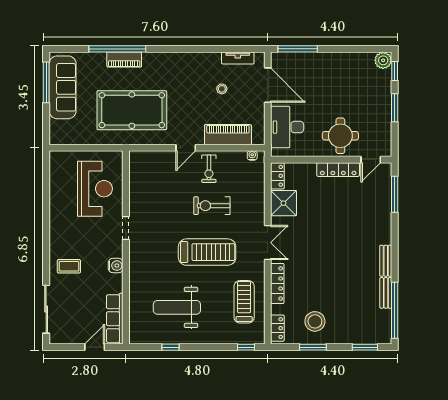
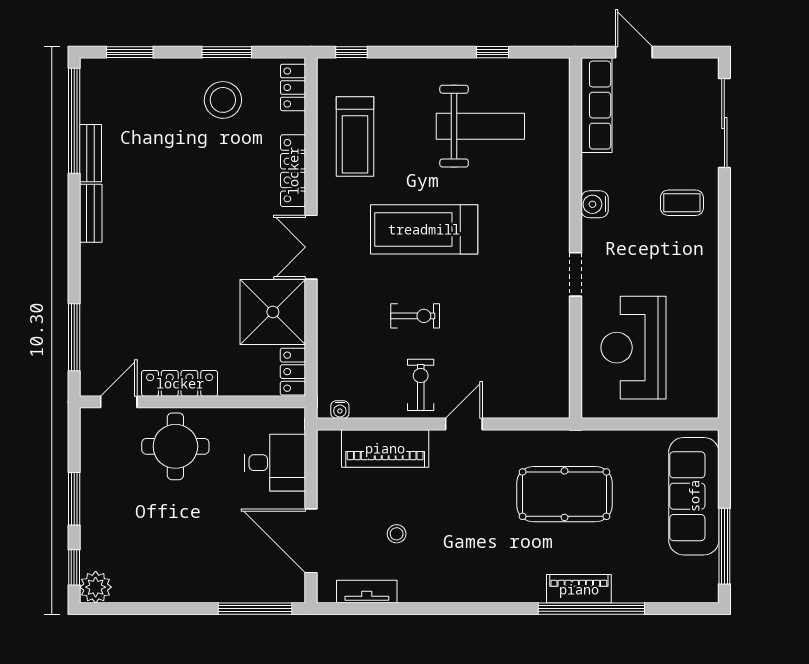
sofa: (63, 87) -> (694, 496), moved
pool table: (132, 110) -> (564, 494), width x0.73, depth x0.76
desk: (287, 127) -> (275, 463), width x0.73
shower: (283, 203) -> (273, 312), width x1.37, depth x1.37
exercise bike: (212, 206) -> (415, 316), width x0.73, depth x0.72
door: (95, 347) -> (634, 52), swing flipped

